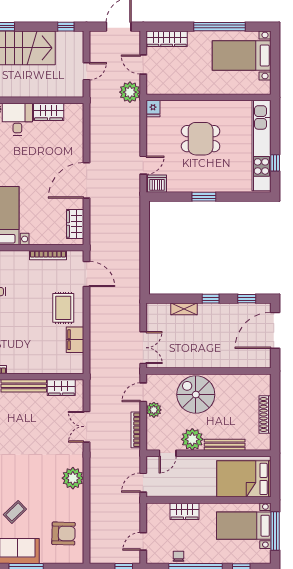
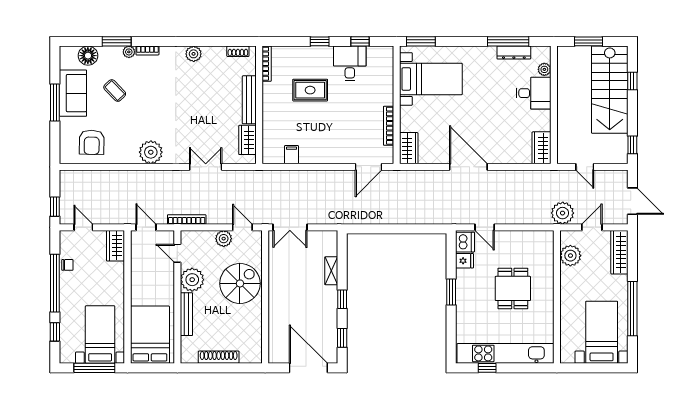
plant: (170, 85) -> (570, 256), added
fridge: (153, 109) -> (464, 261), moved, turned 180
wardrobe: (49, 112) -> (542, 148), moved
wardrobe: (75, 224) -> (409, 148), moved, turned 90
rug: (63, 308) -> (310, 90), moved
filing cabinet: (75, 340) -> (292, 155), width x0.50
bookcase: (136, 430) -> (187, 219), moved
wardrobe: (185, 511) -> (116, 246), moved

